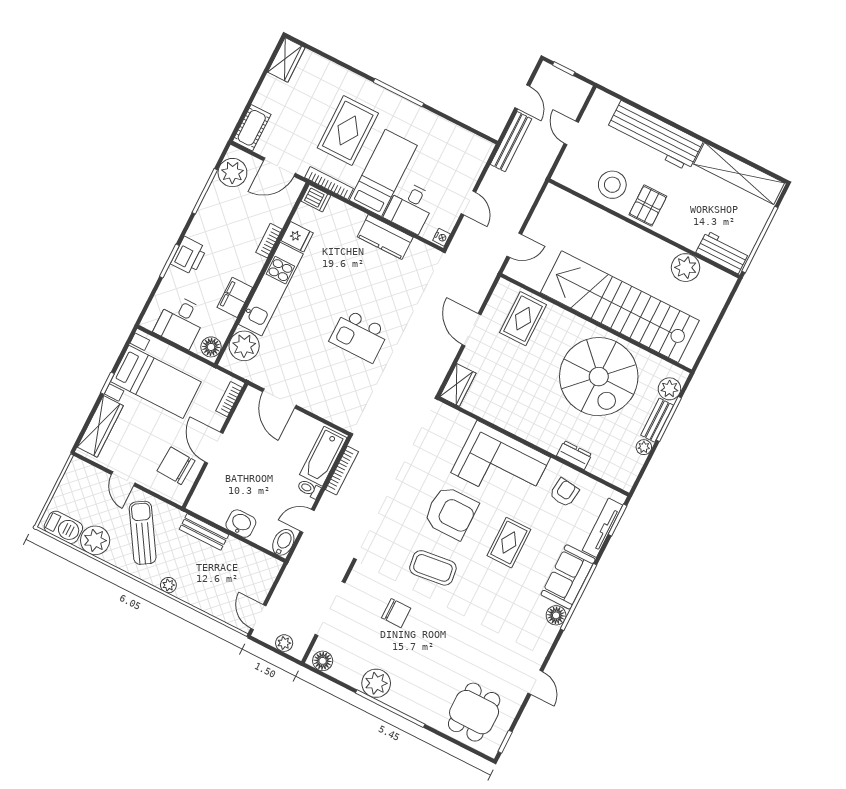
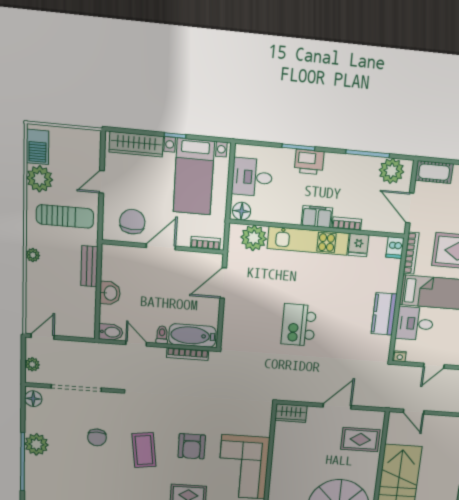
filing cabinet: (235, 297) -> (317, 217), moved
armchair: (451, 513) -> (192, 446), width x0.73, depth x0.73
sun lounger: (143, 533) -> (65, 216), turned 32

